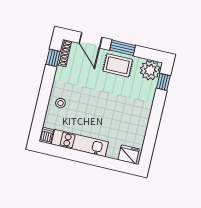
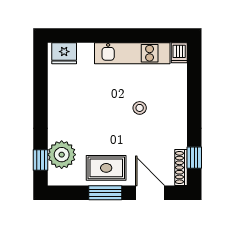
plant: (150, 70) -> (62, 155), moved
stool: (60, 103) -> (140, 108), moved

